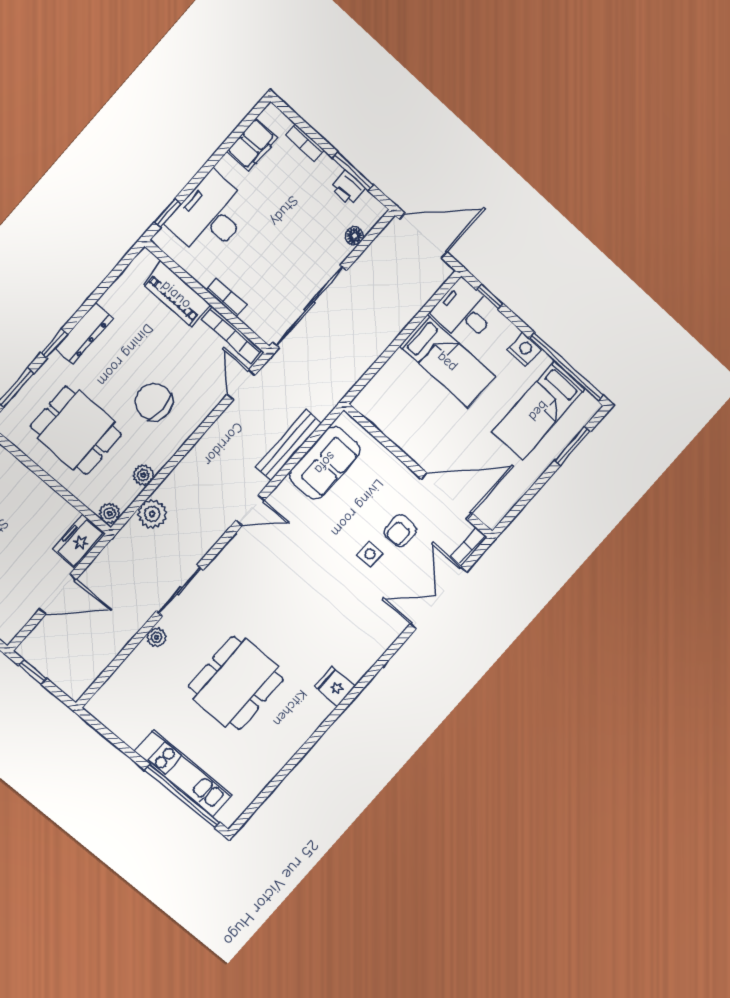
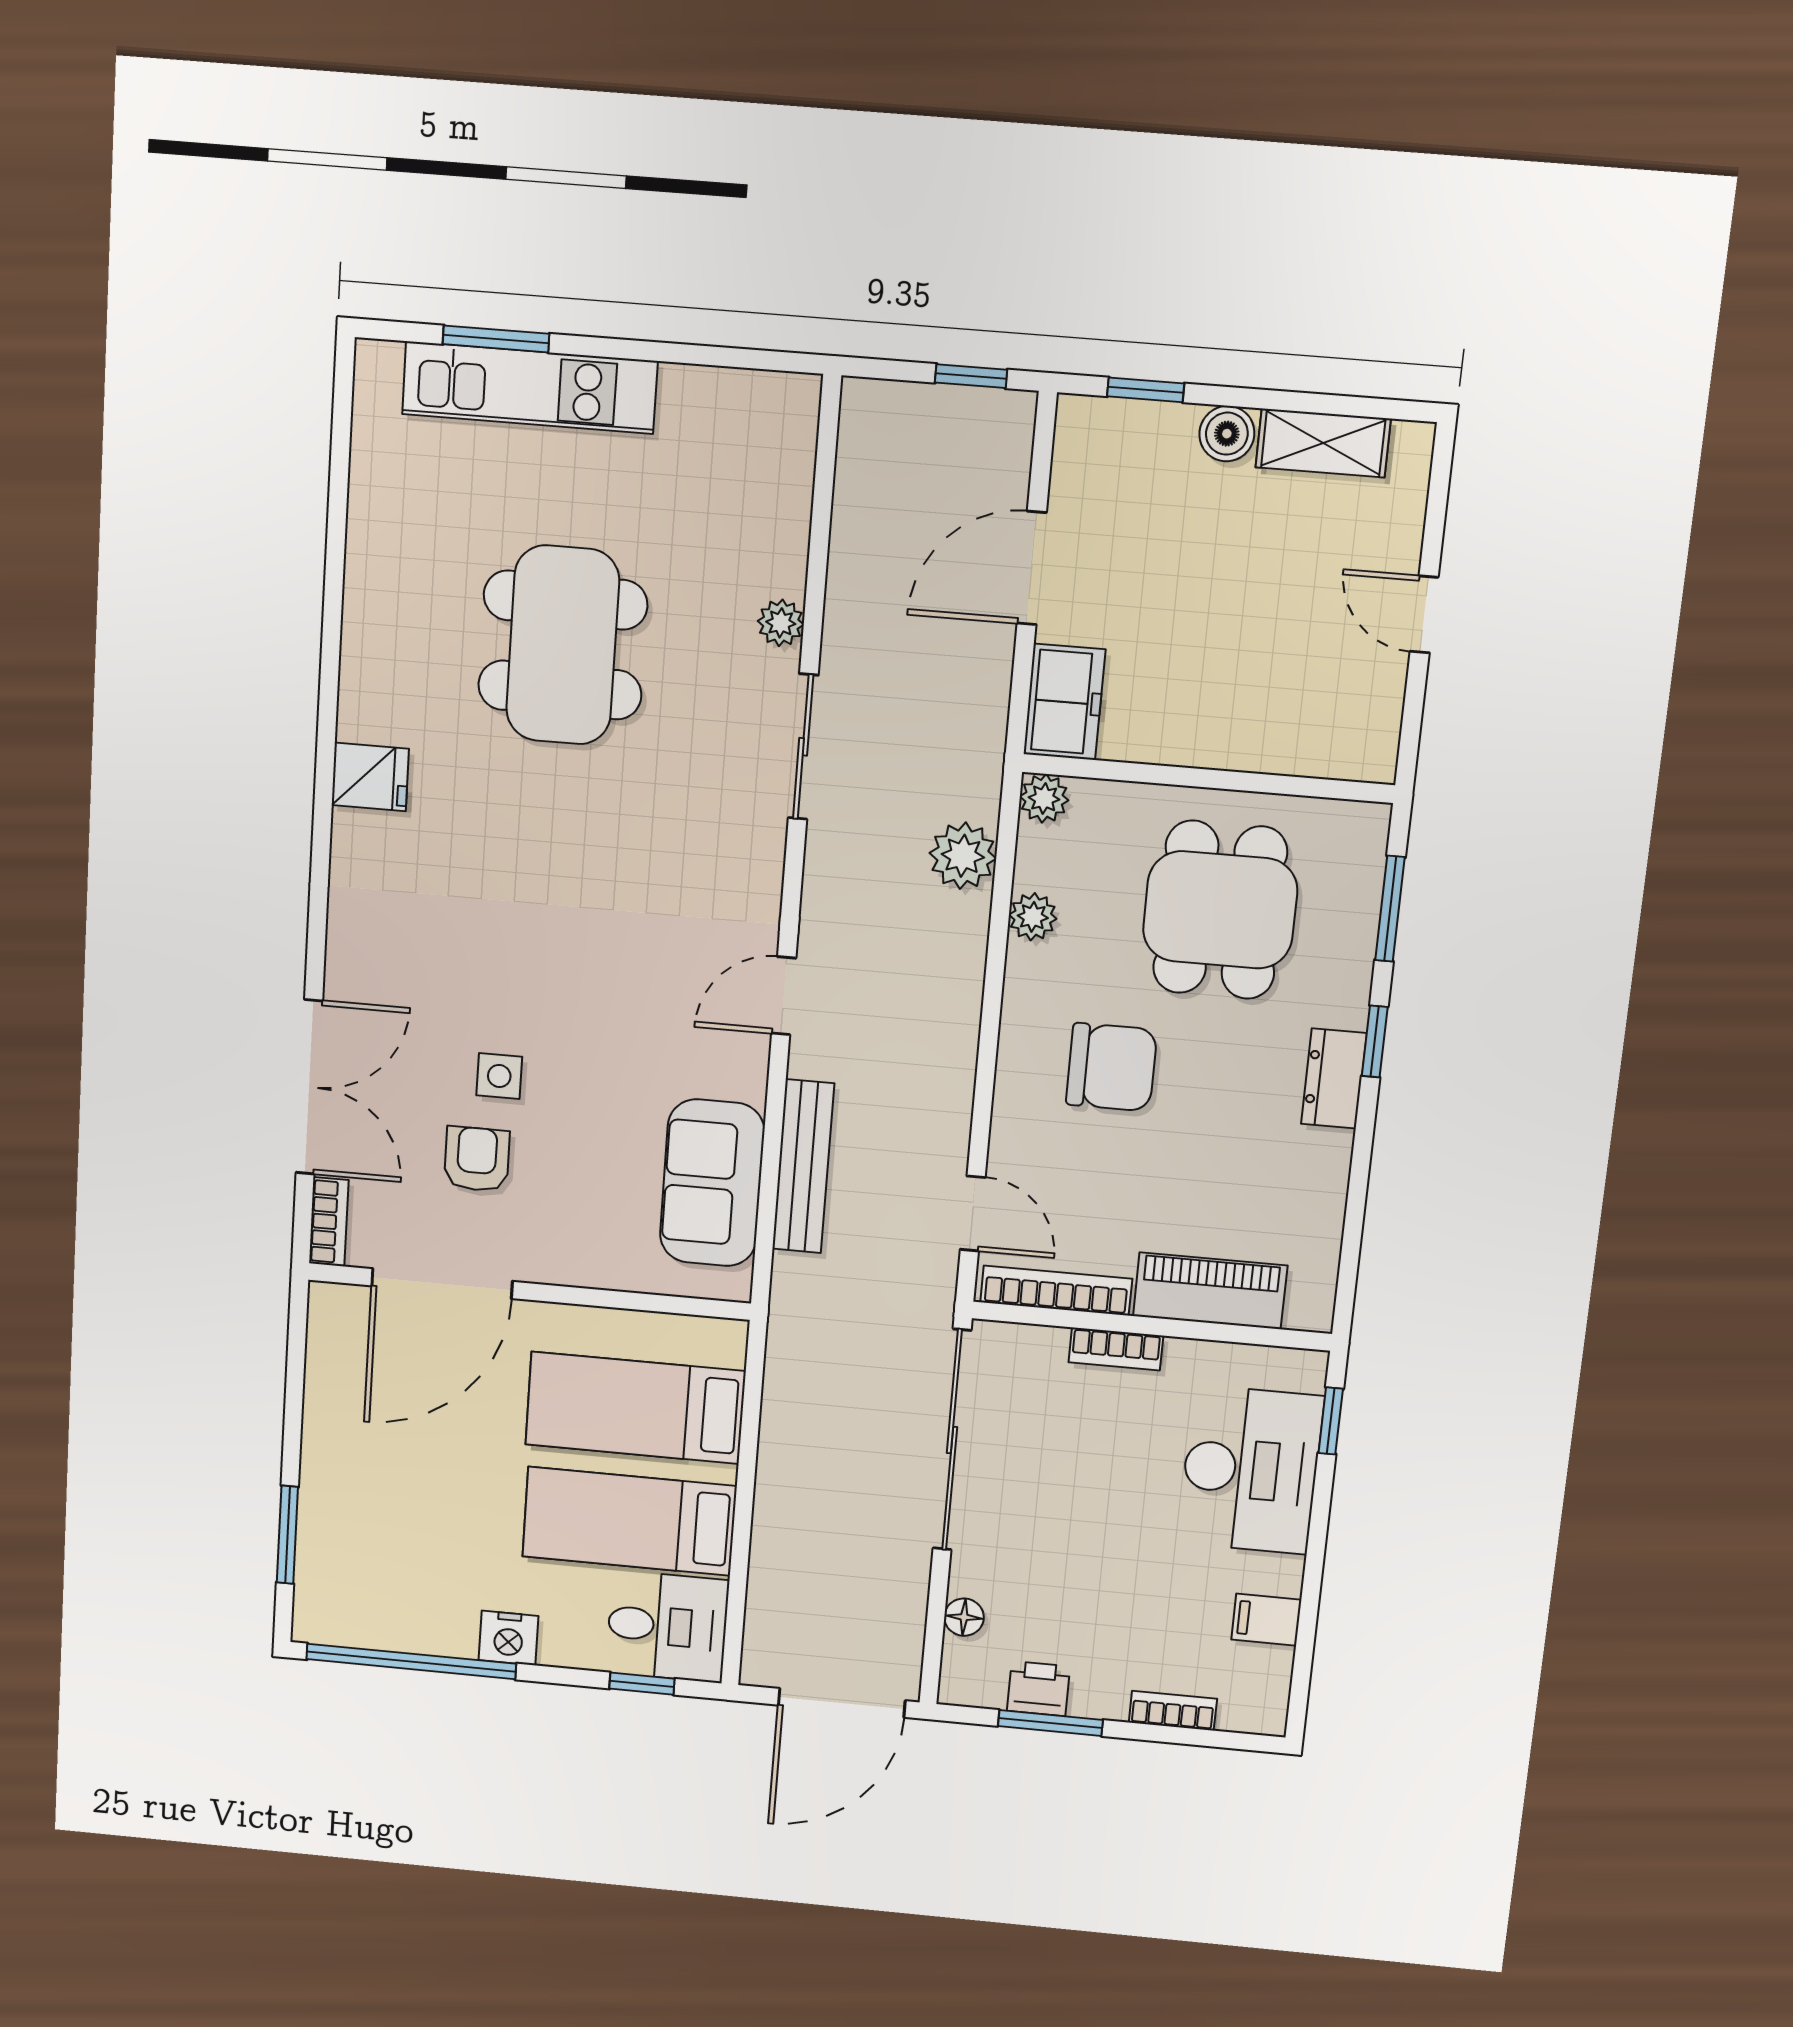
filing cabinet: (252, 145) -> (1266, 1620), width x0.50
dresser: (84, 334) -> (1334, 1079), width x0.70
bed: (538, 411) -> (635, 1408), moved, turned -90
dining table: (76, 430) -> (1220, 910), turned 90
window: (182, 796) -> (496, 339), width x0.47

